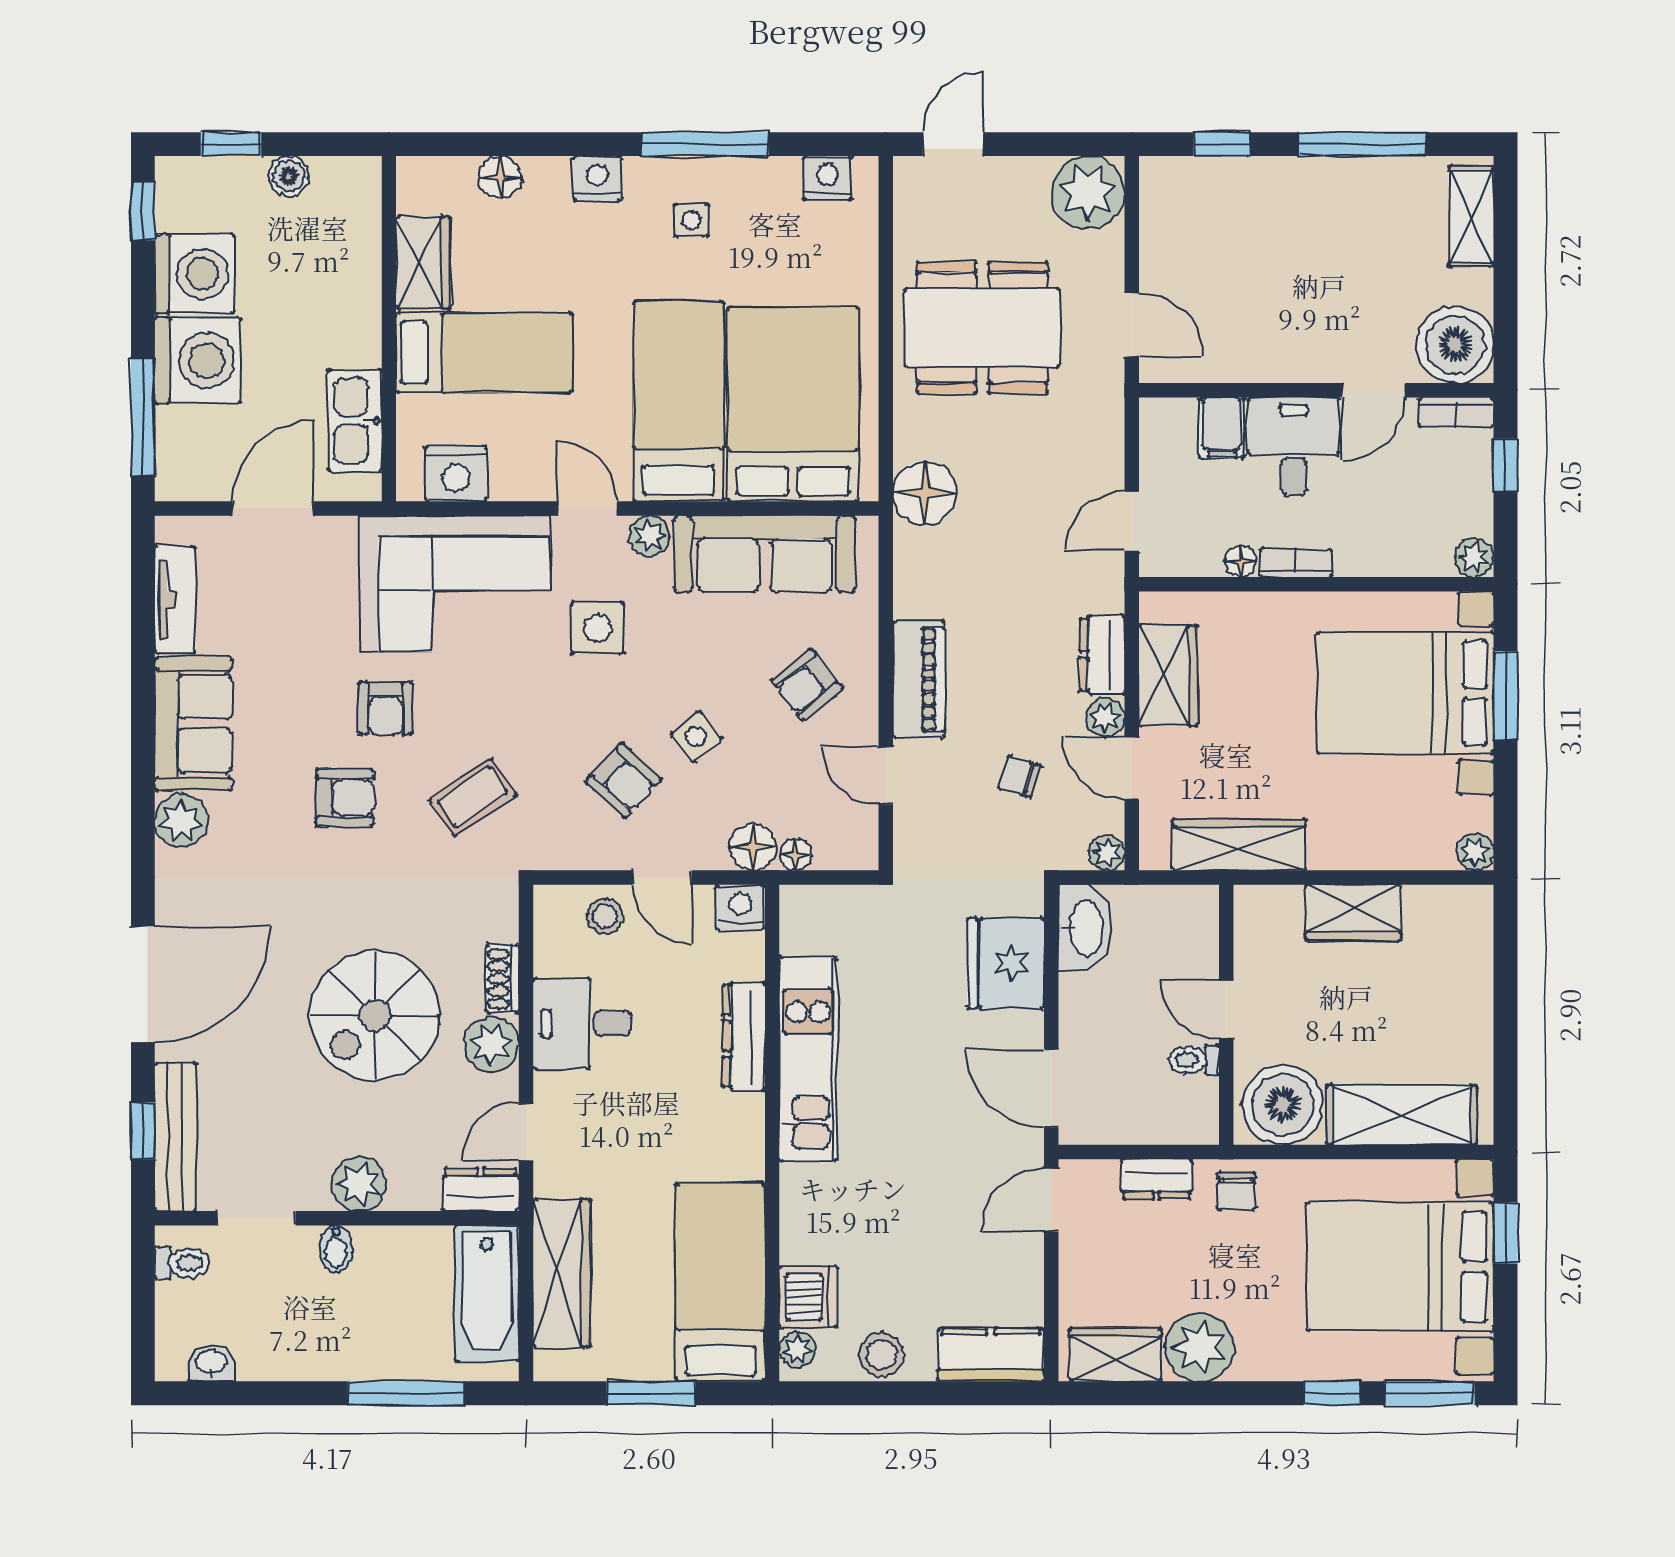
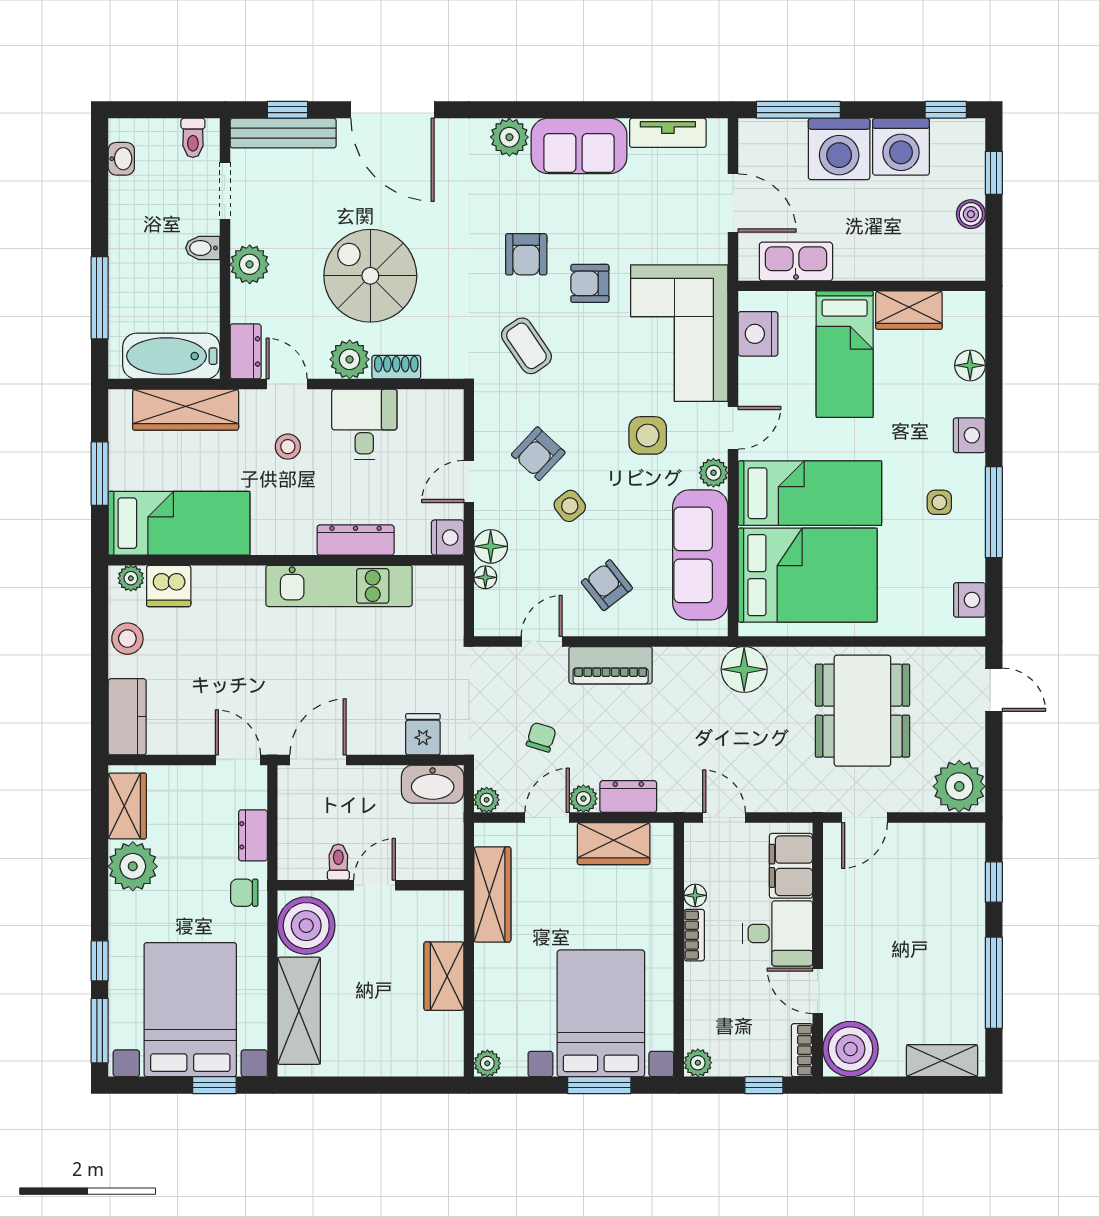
filing cabinet: (1222, 427) -> (791, 866), width x2.00
stool: (605, 916) -> (288, 447), moved
fridge: (1005, 963) -> (423, 734), width x0.53, depth x0.75

